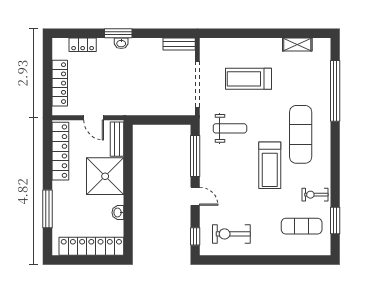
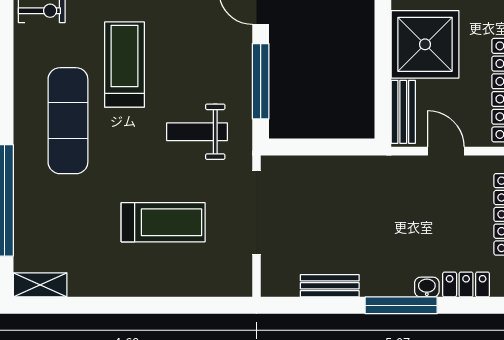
window: (118, 33) -> (401, 305), width x1.44
washbasin: (121, 43) -> (427, 287), moved
bench: (179, 44) -> (330, 286), moved
shelving: (297, 44) -> (40, 285), moved

